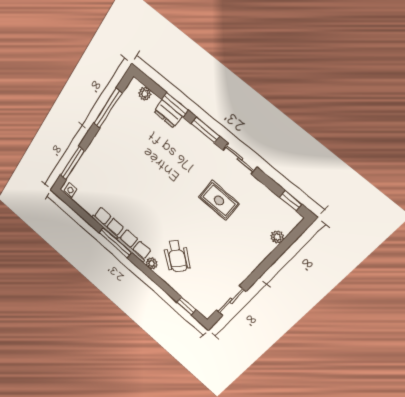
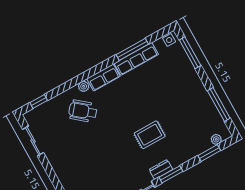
window: (175, 105) -> (209, 153), moved
dresser: (168, 114) -> (161, 169), moved
rug: (219, 200) -> (150, 135), moved
row of seats: (108, 223) -> (136, 59), width x1.48
window: (115, 243) -> (132, 49), moved

